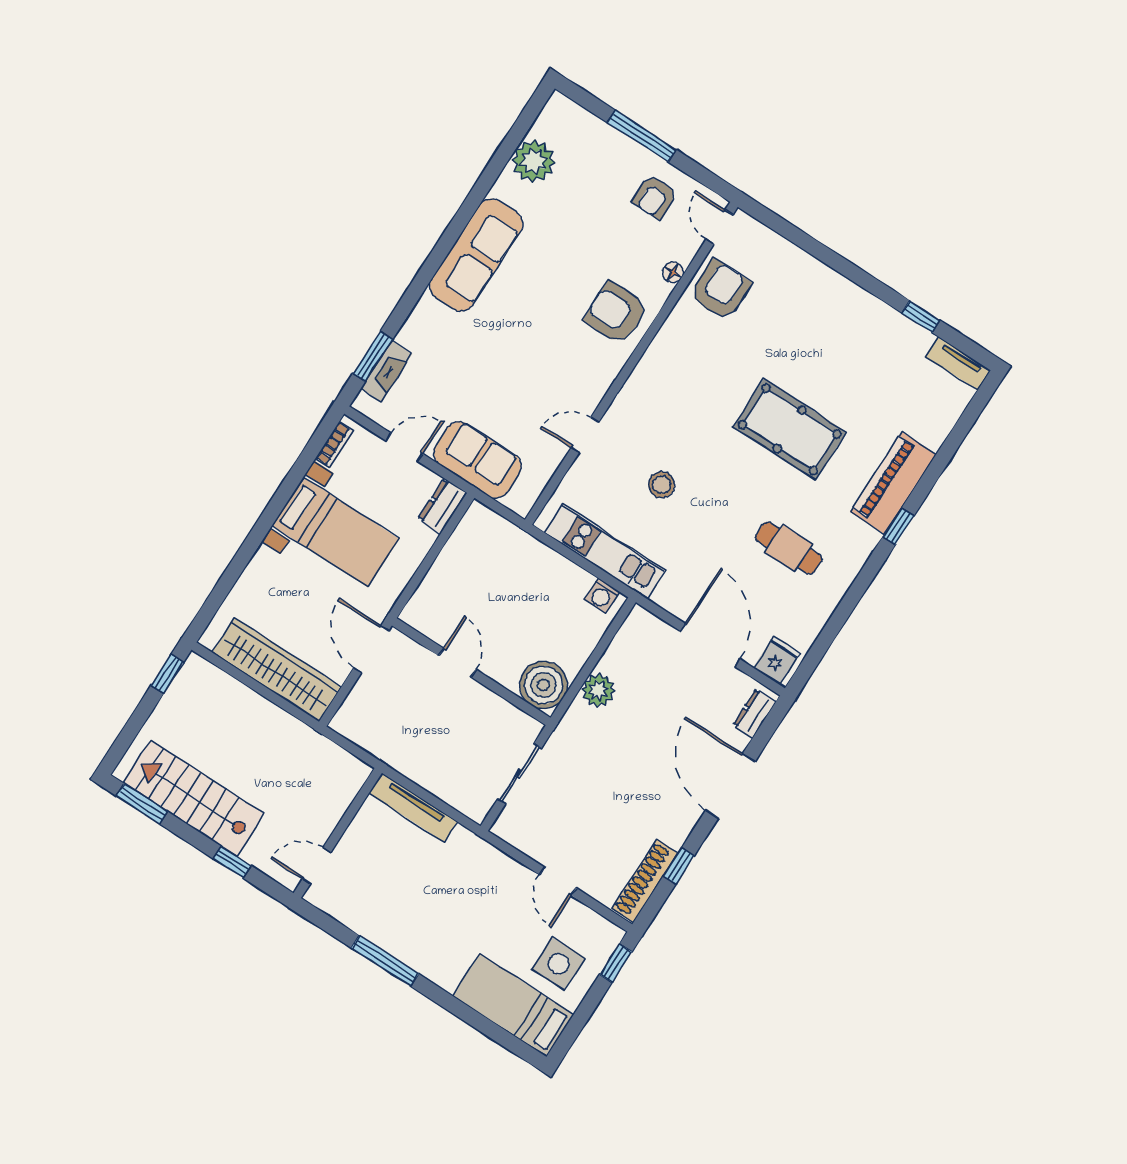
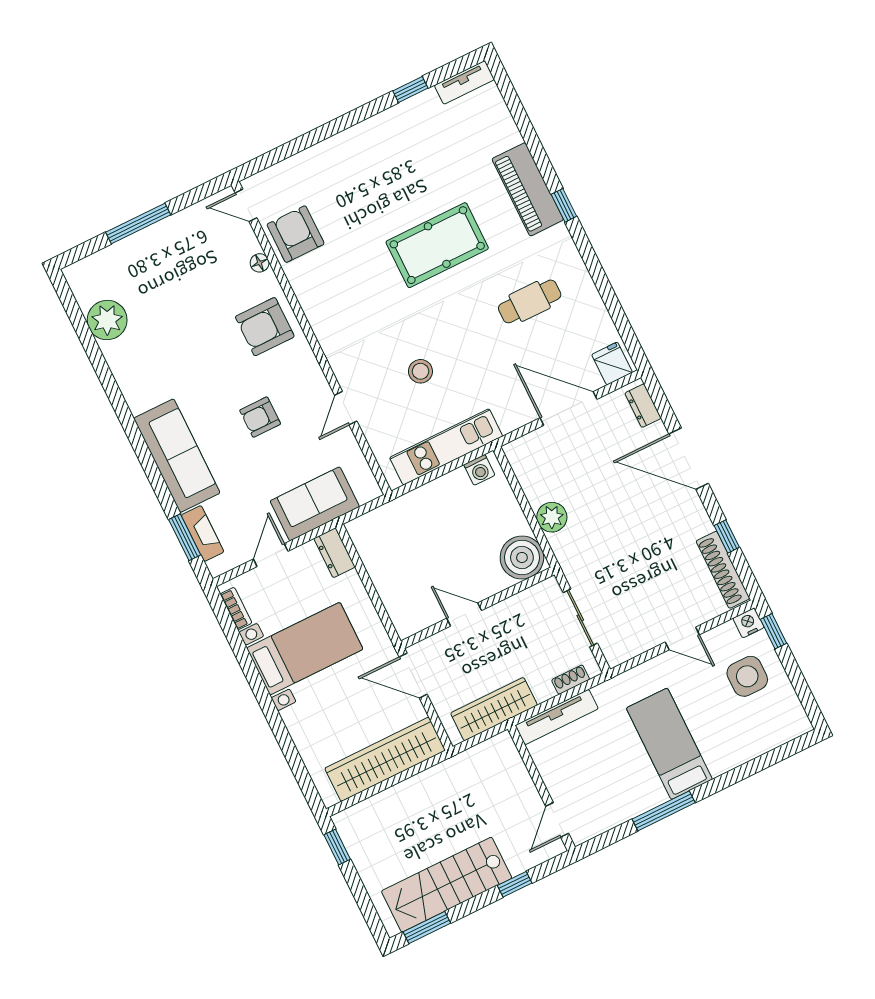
armchair: (655, 197) -> (260, 417), moved, turned 90
sofa: (476, 255) -> (177, 456), moved
wardrobe: (385, 744) -> (494, 709), added
shoe rack: (456, 799) -> (571, 680), added
nightstand: (610, 935) -> (748, 623), added
bed: (513, 1005) -> (669, 744), moved, turned 90

